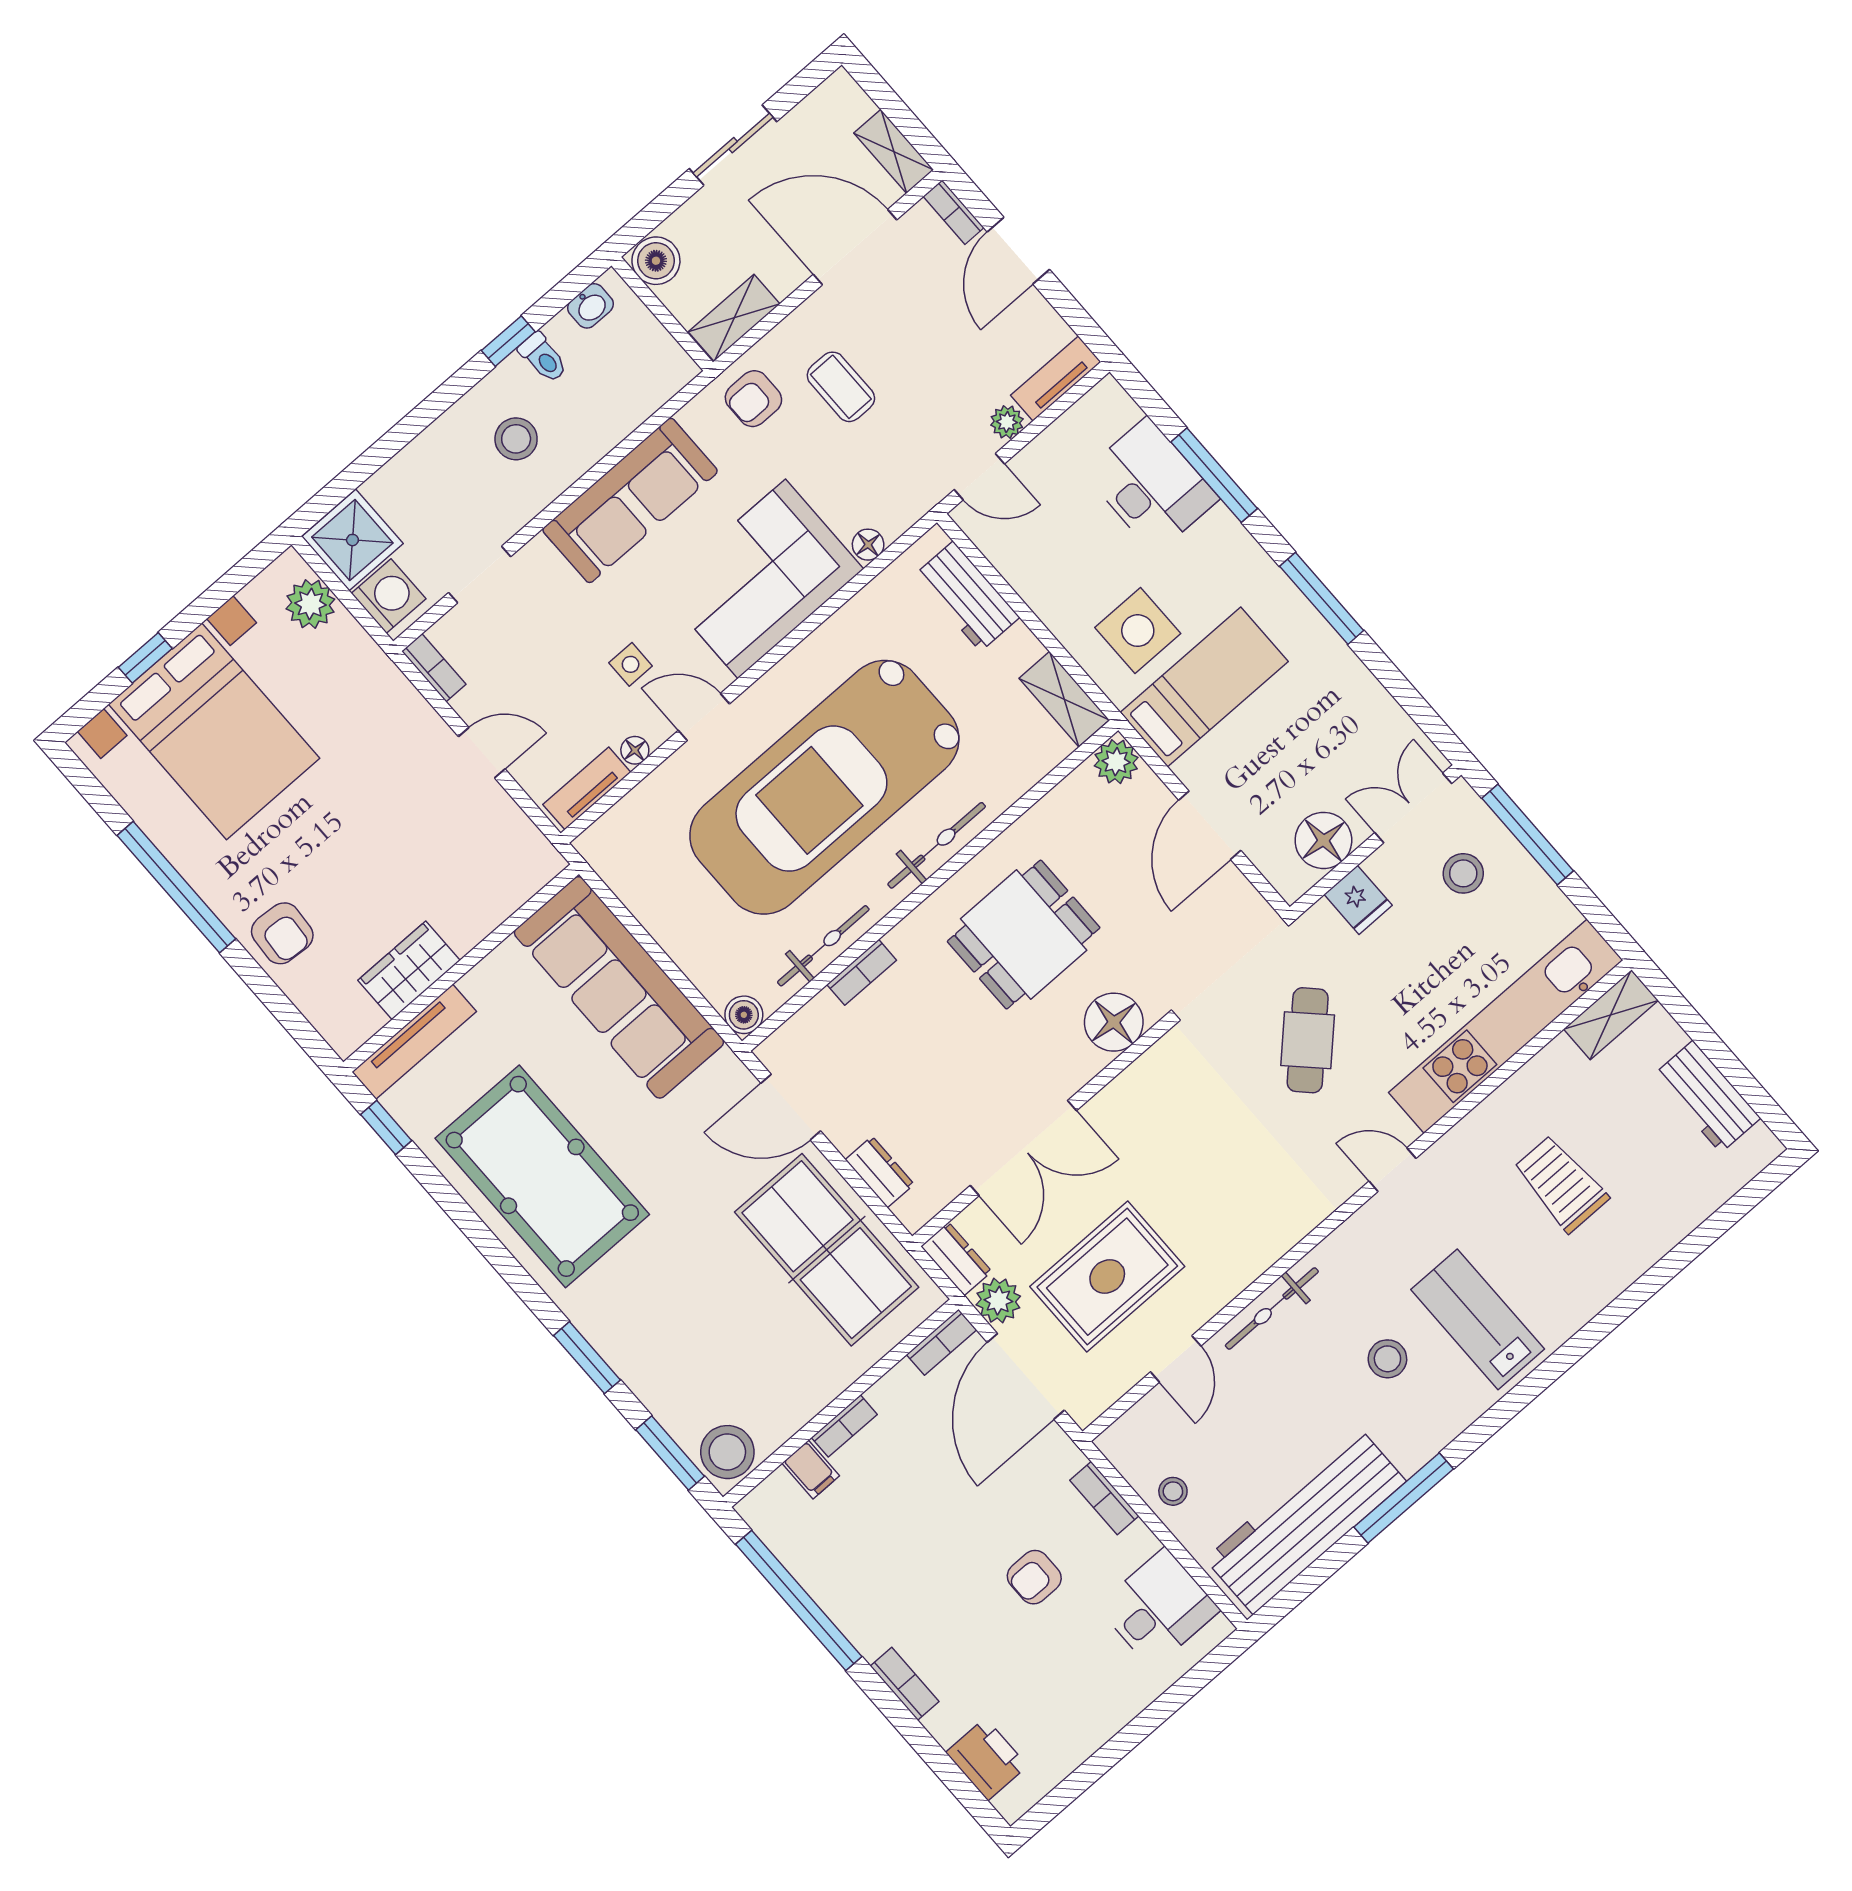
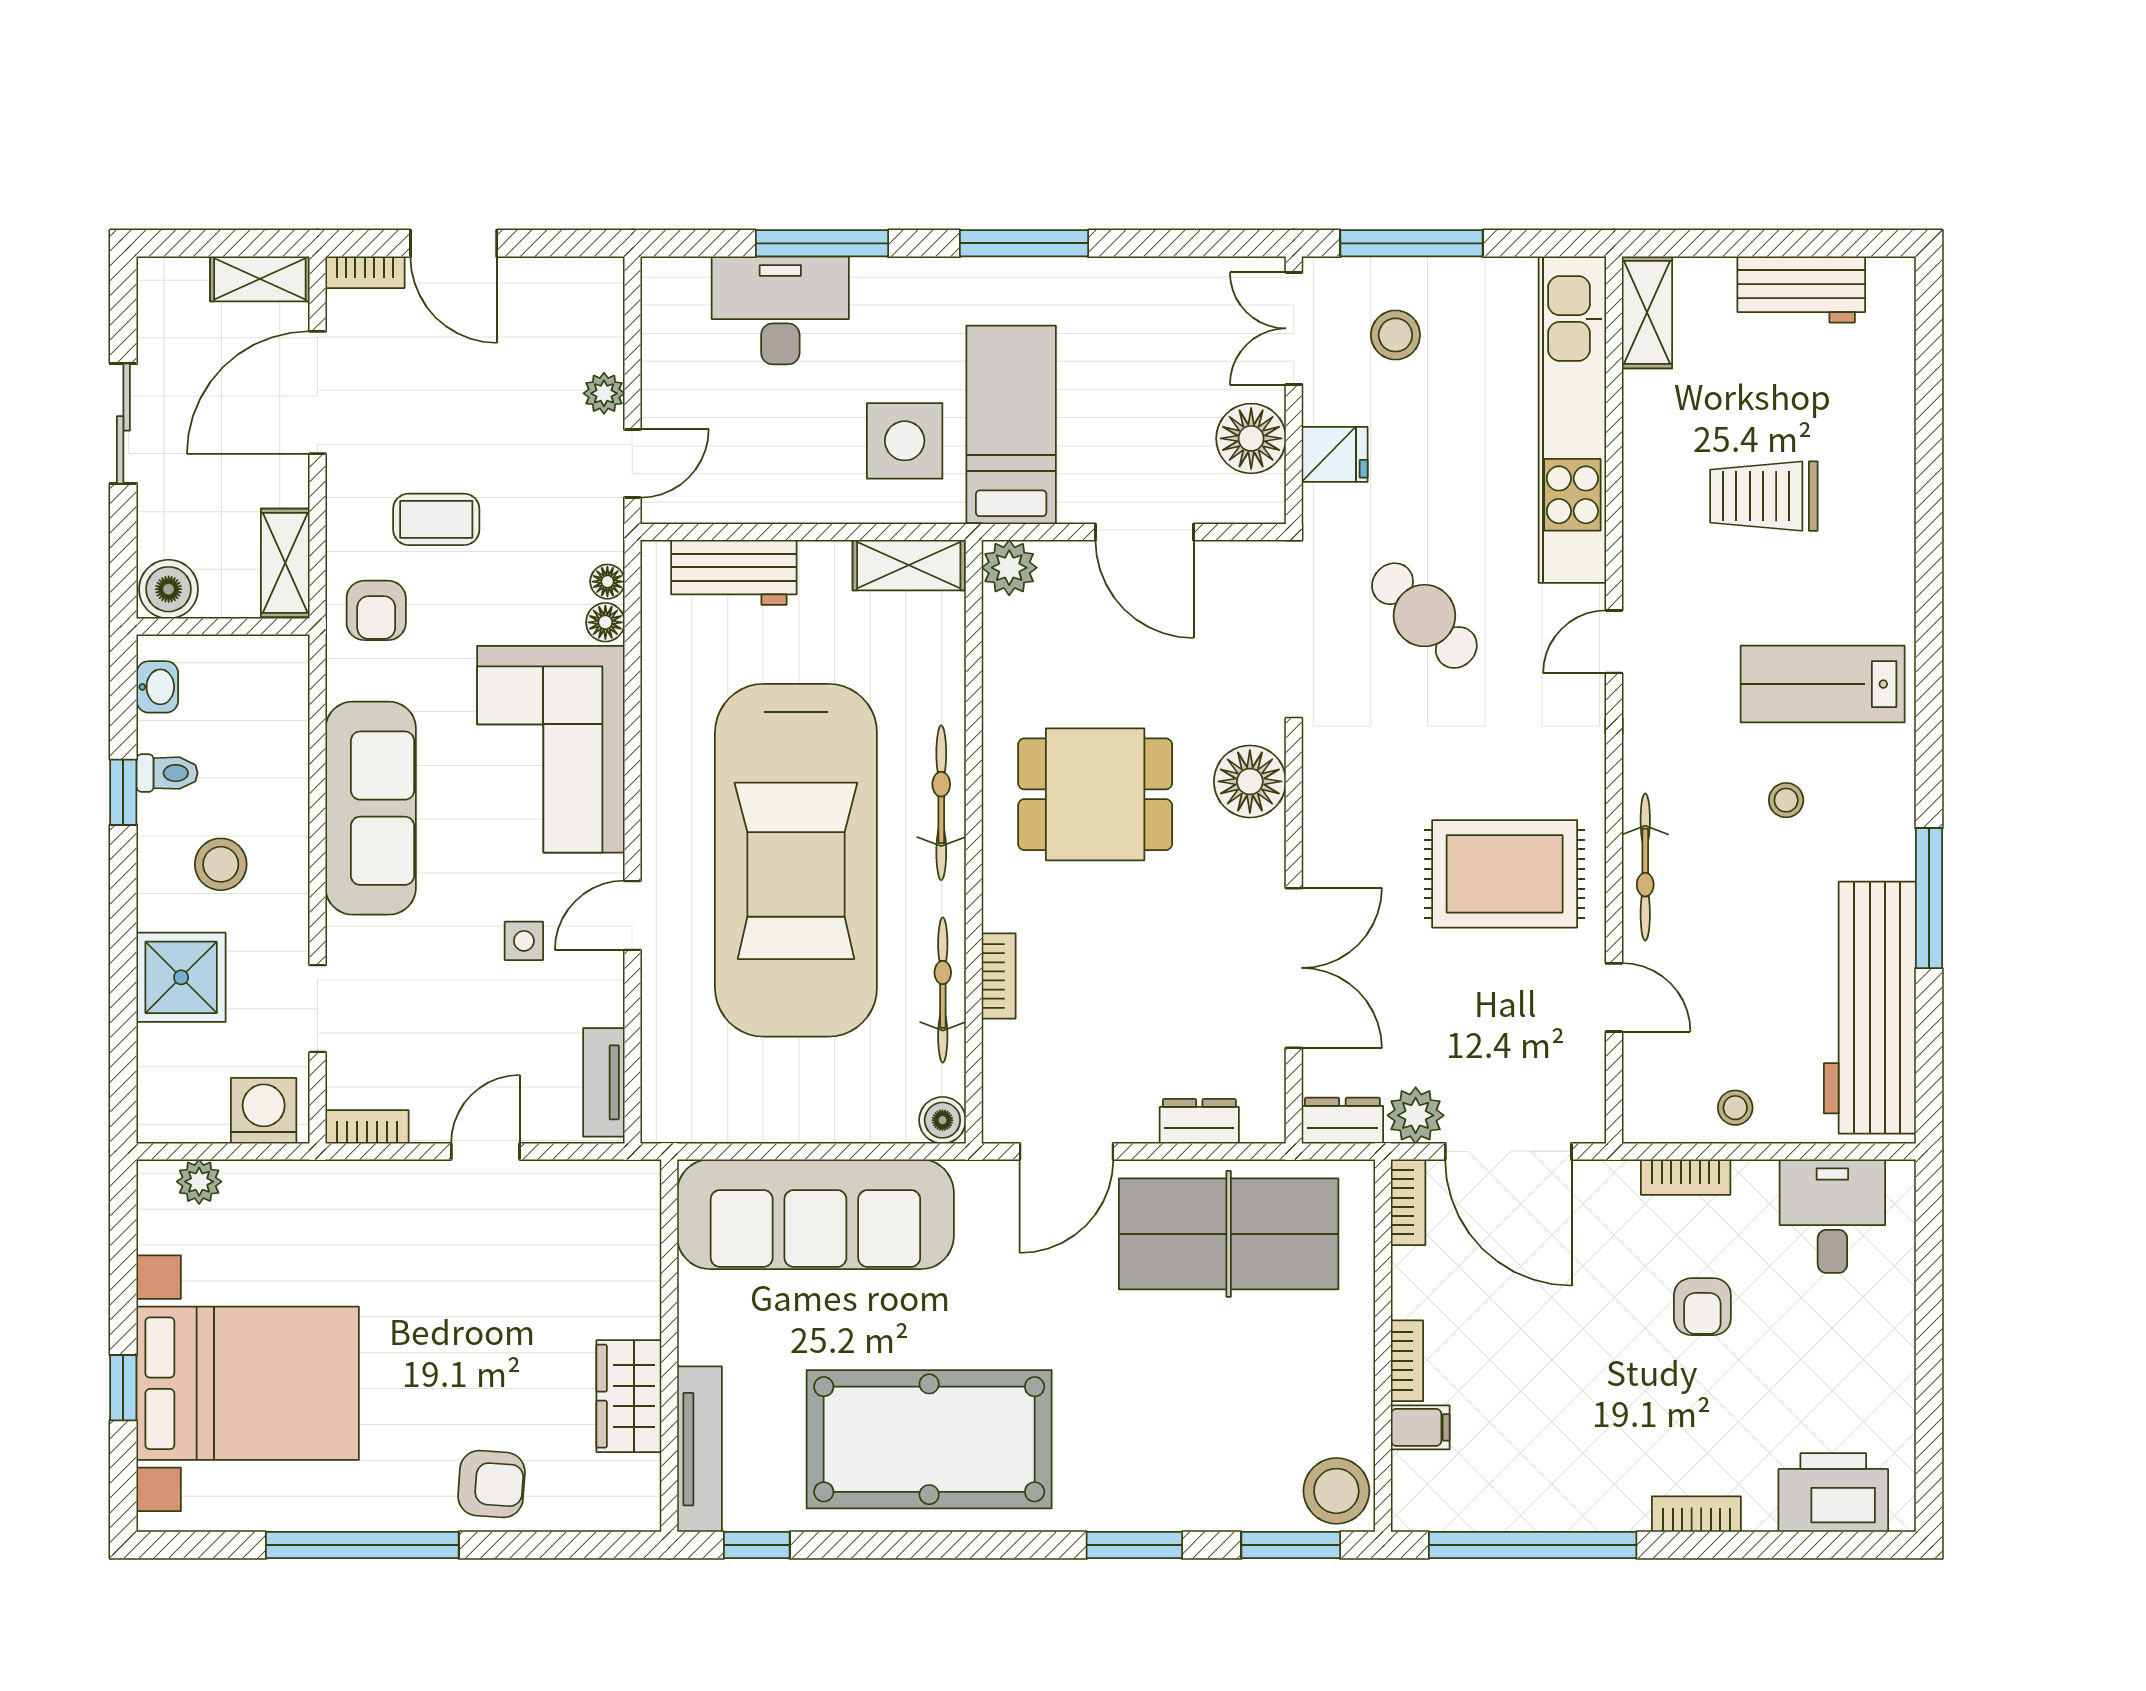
tv unit: (1056, 379) -> (603, 312), removed
shower: (352, 540) -> (181, 977), moved
plant: (310, 604) -> (199, 1182), width x0.73, depth x0.73
floor lamp: (635, 750) -> (607, 582), moved
dining table: (1024, 935) -> (1095, 794), turned 90
rug: (1107, 1277) -> (1505, 874), moved, turned 90
stool: (1387, 1359) -> (1786, 800), width x0.73, depth x0.73
printer: (987, 1759) -> (1833, 1493), width x1.37, depth x1.19

